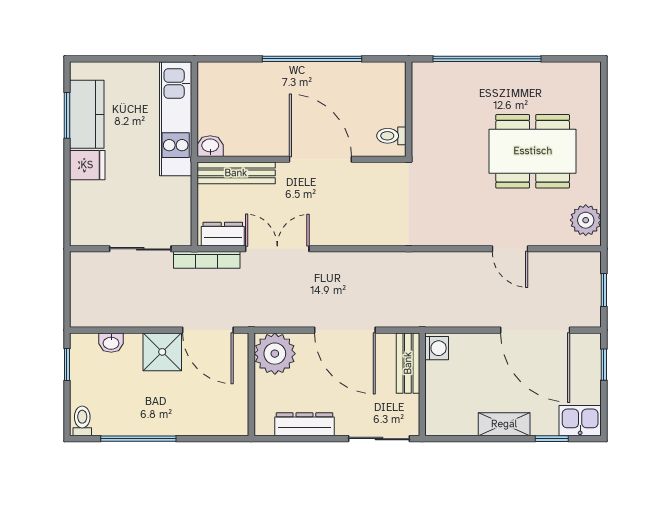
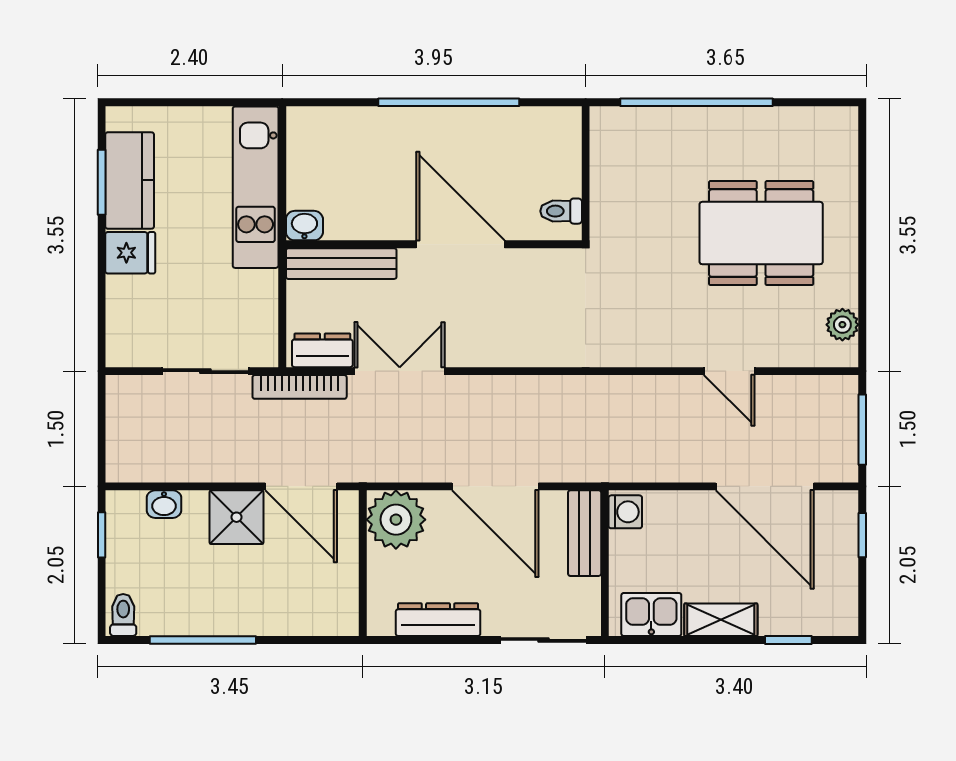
plant: (586, 220) -> (842, 325), width x0.73, depth x0.73
window: (604, 290) -> (862, 430), width x1.50
kitchen sink: (580, 421) -> (651, 614), moved

